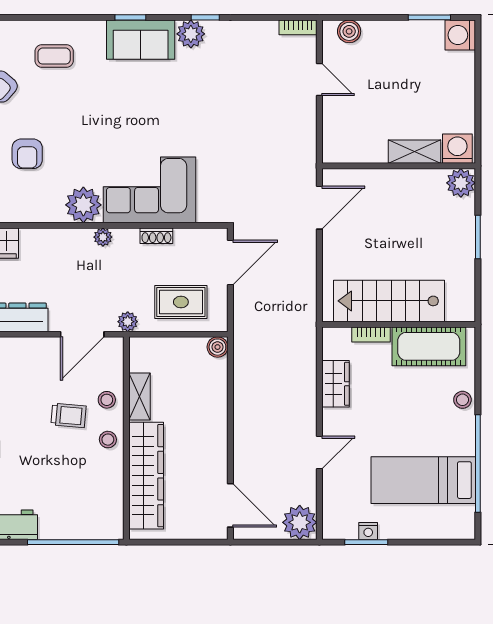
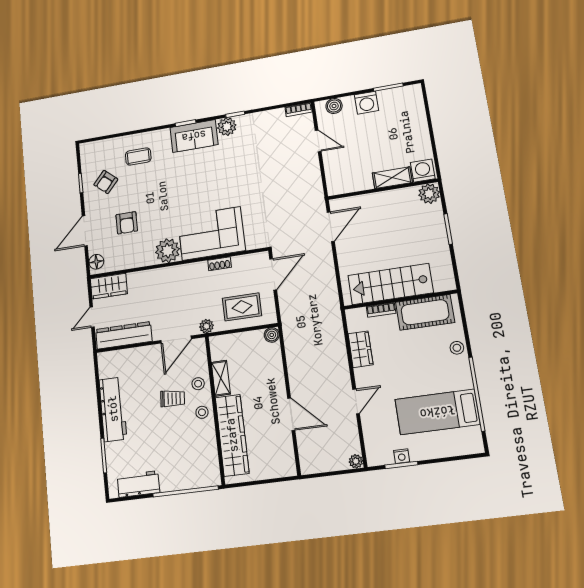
washing machine: (460, 35) -> (366, 103), moved, turned -90
plant: (103, 237) -> (183, 270), removed
door: (230, 505) -> (291, 414), moved
plant: (300, 522) -> (356, 461), width x0.53, depth x0.53

